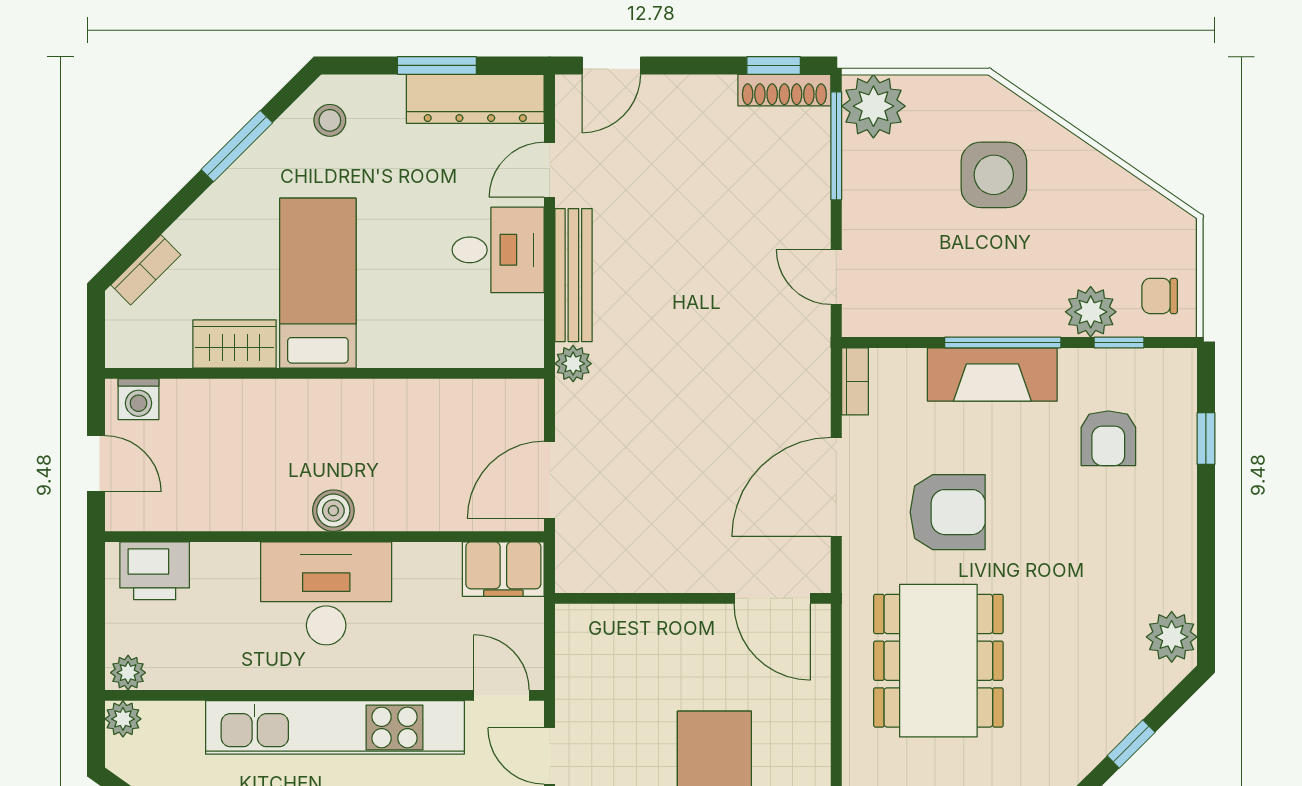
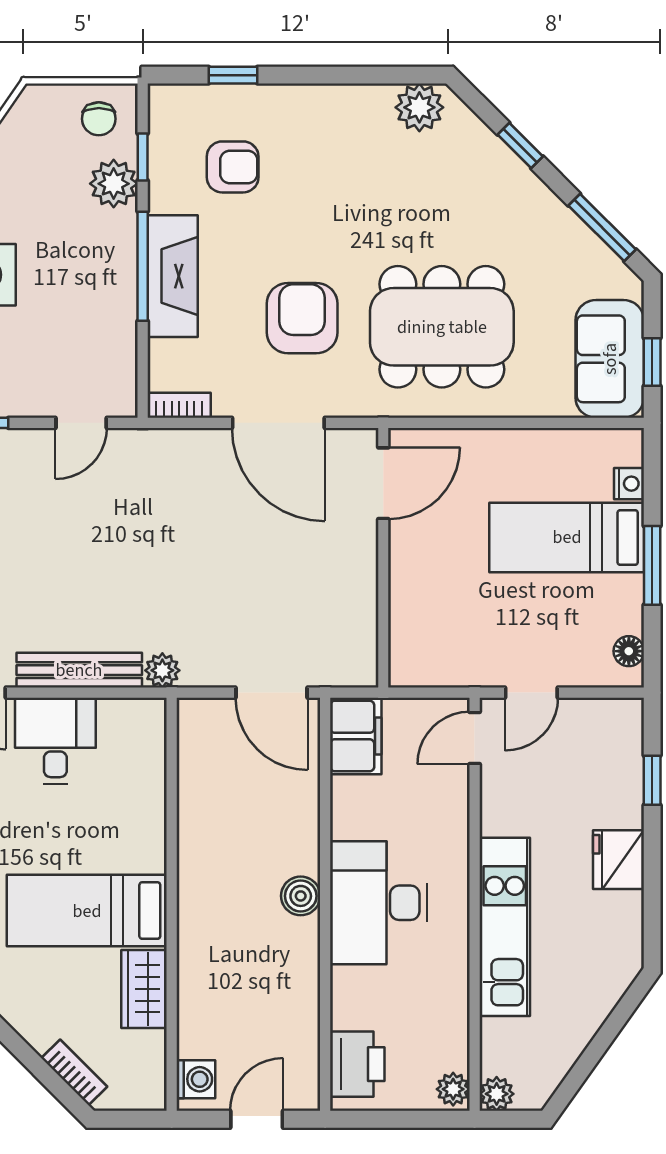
kitchen unit: (335, 727) -> (505, 927), width x0.73

